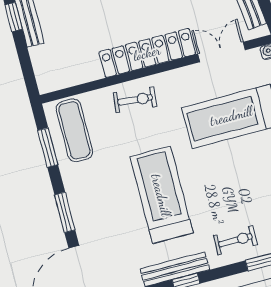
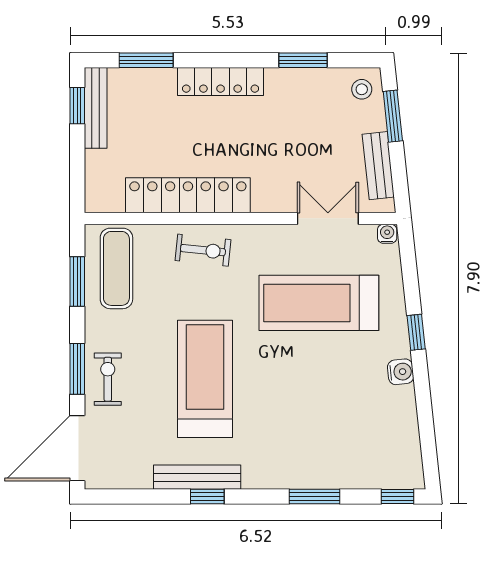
locker: (147, 53) -> (188, 195), moved
exercise bike: (235, 240) -> (108, 379), moved, turned -90

